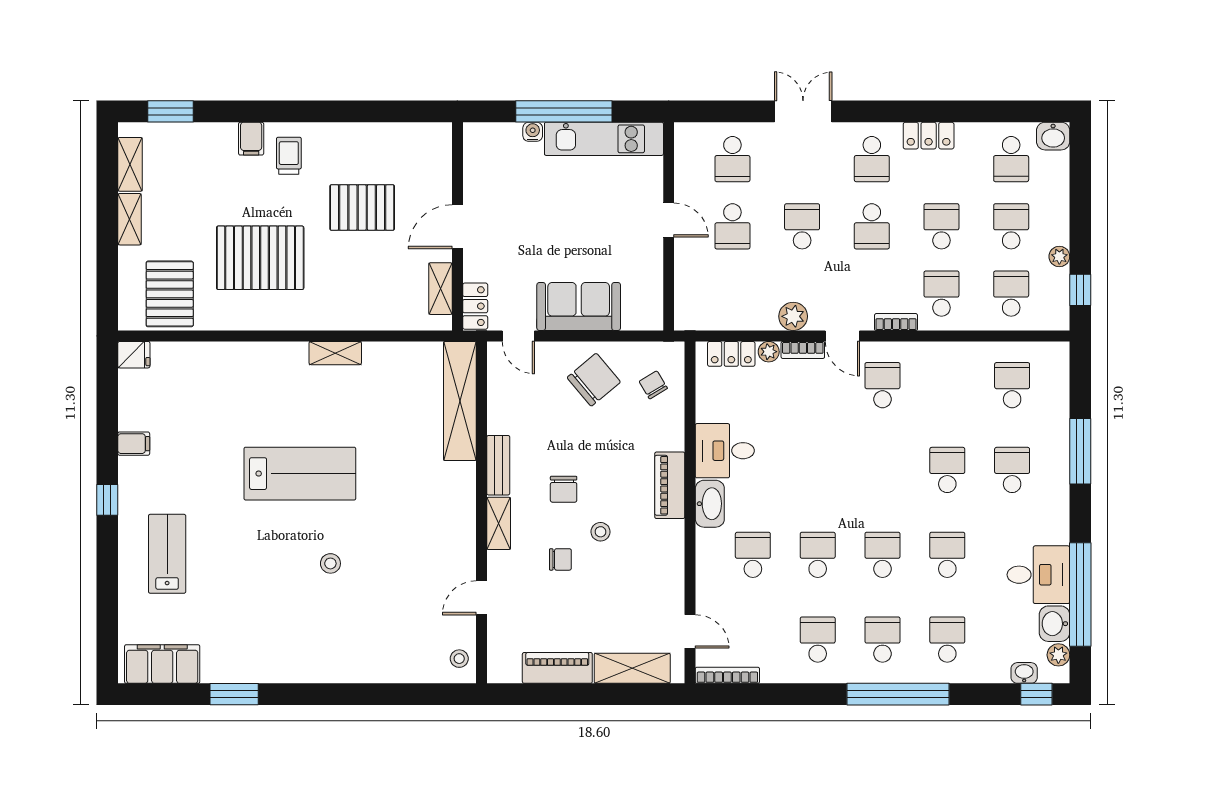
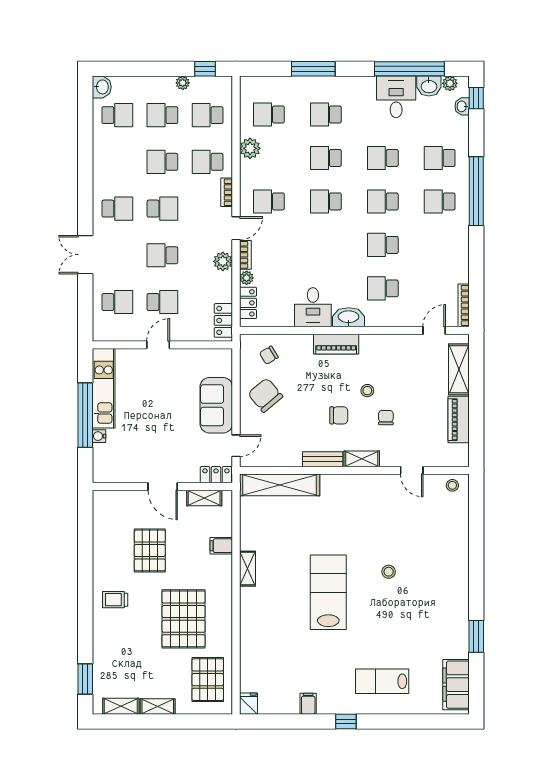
locker: (929, 136) -> (223, 320), moved, turned 180
filing cabinet: (251, 139) -> (221, 546), moved, turned 180
pallet: (170, 294) -> (208, 680), turned 90
plant: (962, 357) -> (250, 148), added
school desk: (818, 640) -> (326, 201), moved

